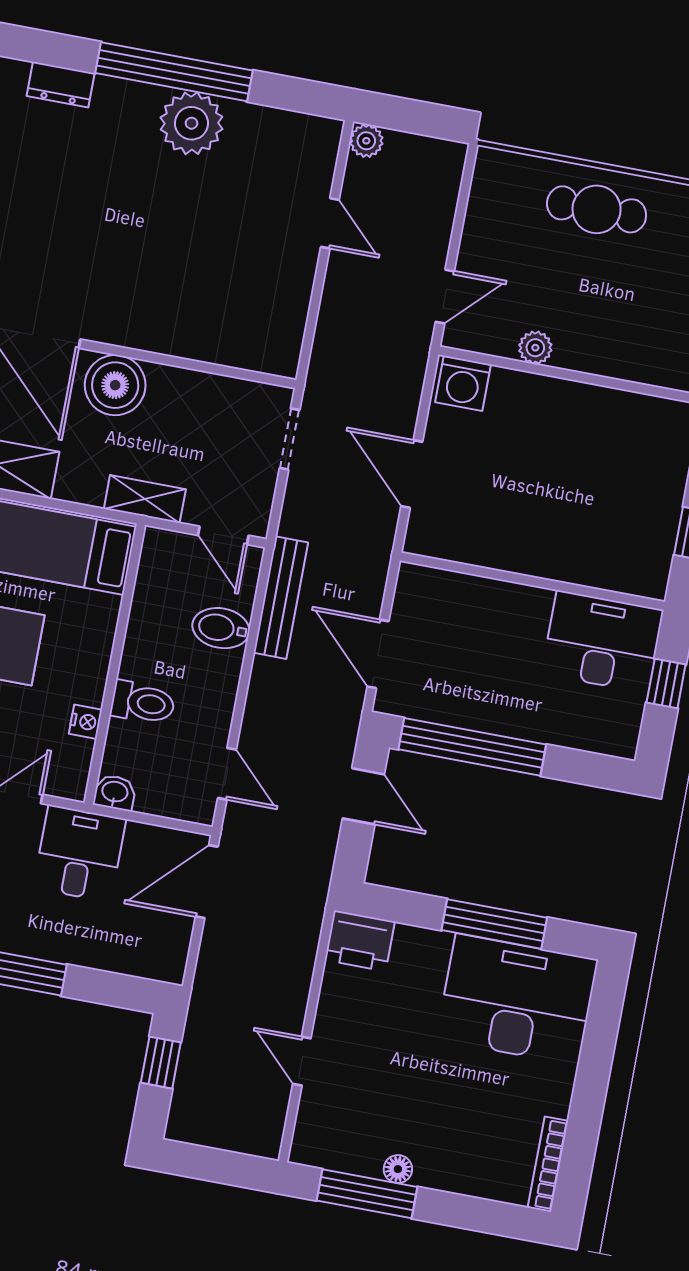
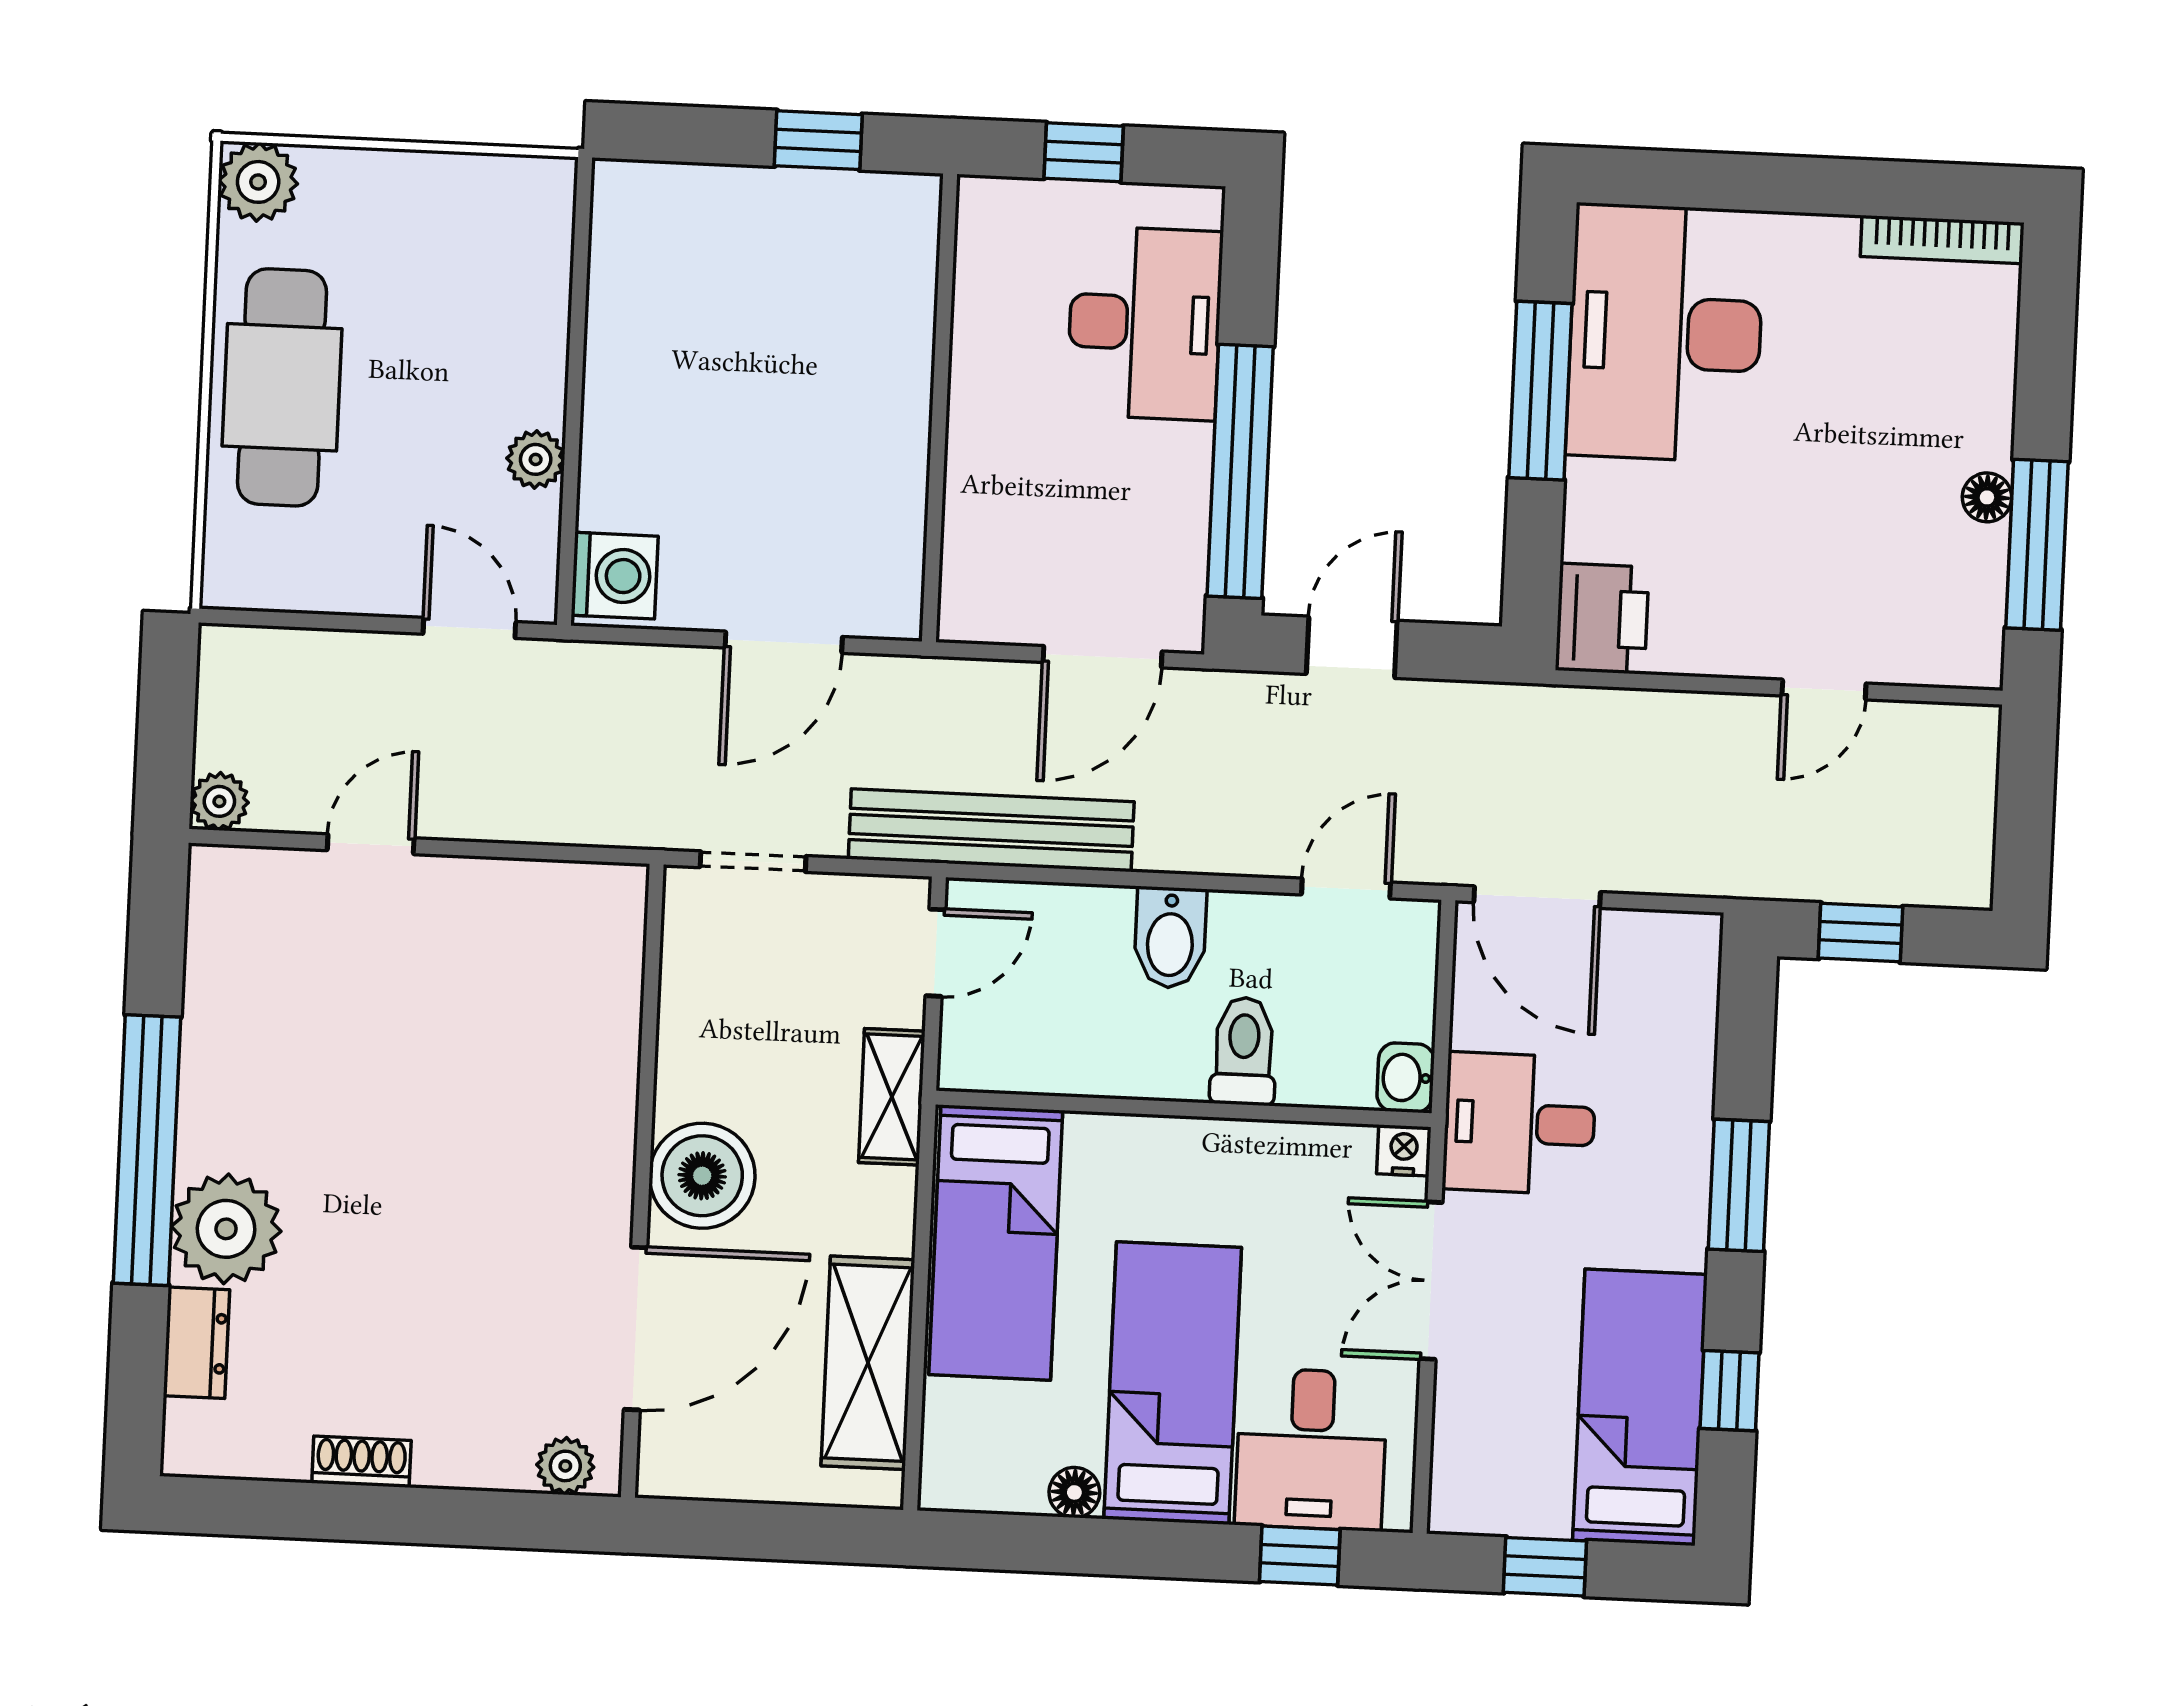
plant: (191, 123) -> (226, 1229), moved
cafe table: (597, 209) -> (282, 387), width x1.37, depth x1.35
bench: (281, 598) -> (991, 830), width x1.37, depth x1.21
bidet: (221, 628) -> (1170, 938), moved
desk: (602, 642) -> (1145, 323), moved, turned 180
nightstand: (86, 722) -> (1404, 1150), moved

